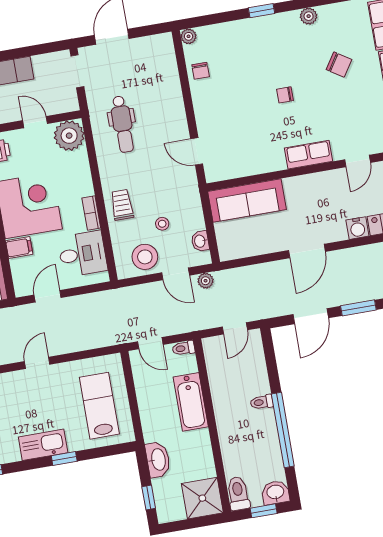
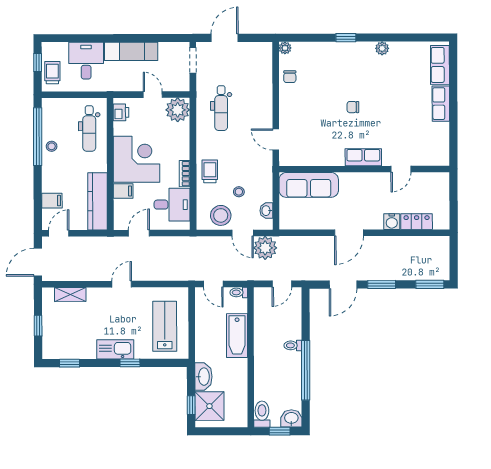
chair: (339, 65) -> (399, 91), removed
plant: (206, 281) -> (265, 248), width x1.88, depth x1.88
shower: (202, 498) -> (209, 406), moved

